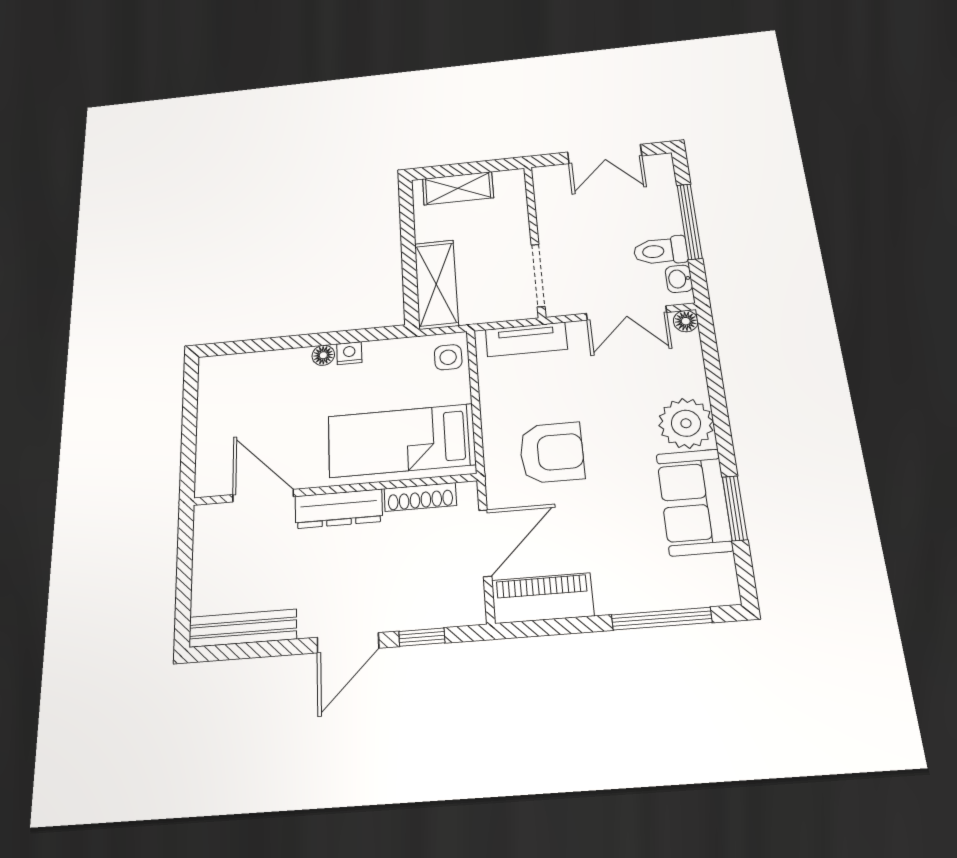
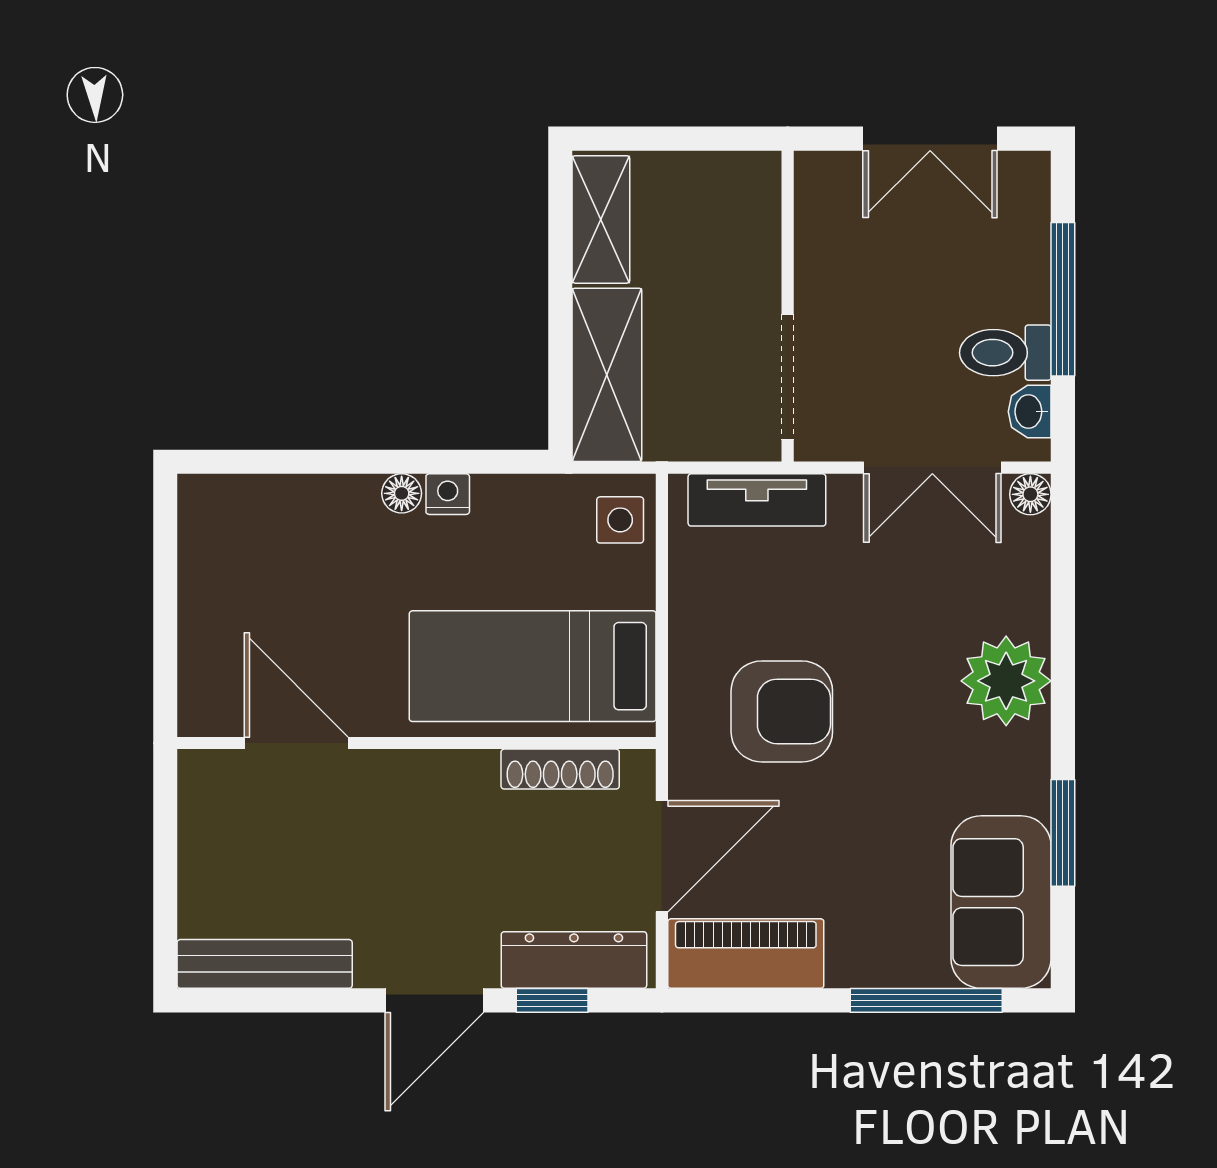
shelving: (458, 188) -> (601, 219), moved, turned 90
sofa: (694, 502) -> (1001, 902), moved
dresser: (339, 509) -> (574, 960), moved, turned 180

